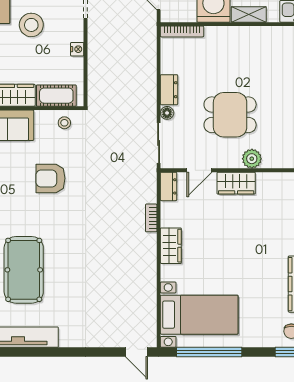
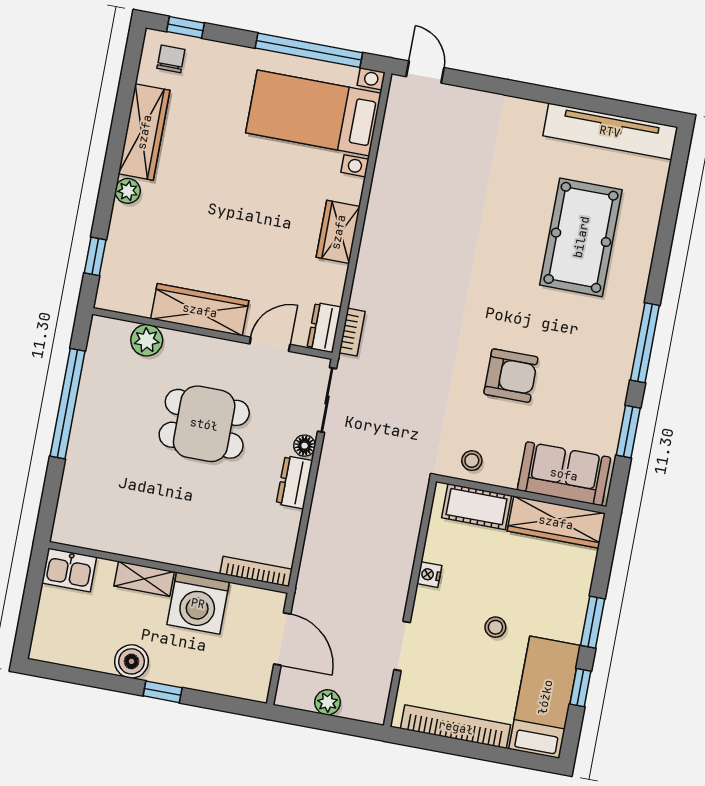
stool: (31, 25) -> (495, 627), width x0.53, depth x0.53
plant: (252, 159) -> (147, 340), moved
wardrobe: (236, 183) -> (200, 310), width x1.50
bookcase: (151, 218) -> (352, 332), moved

